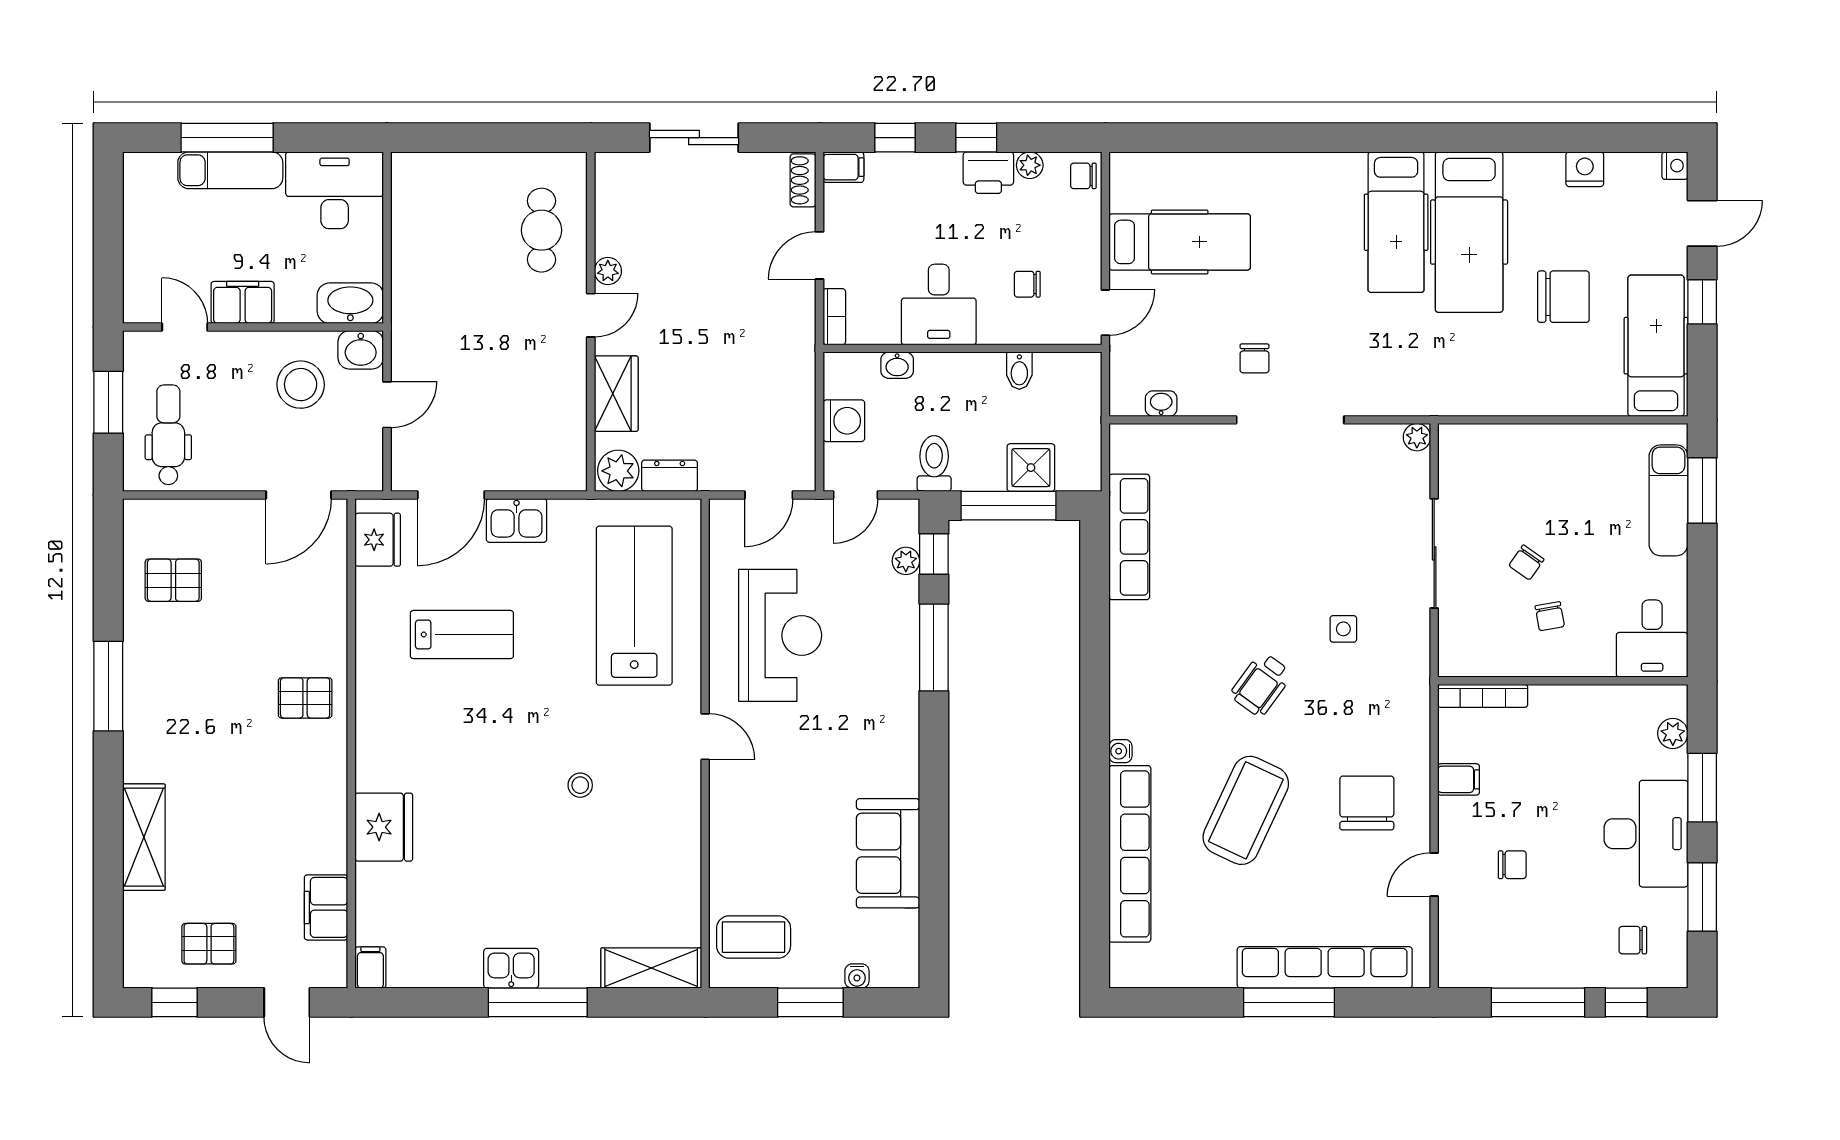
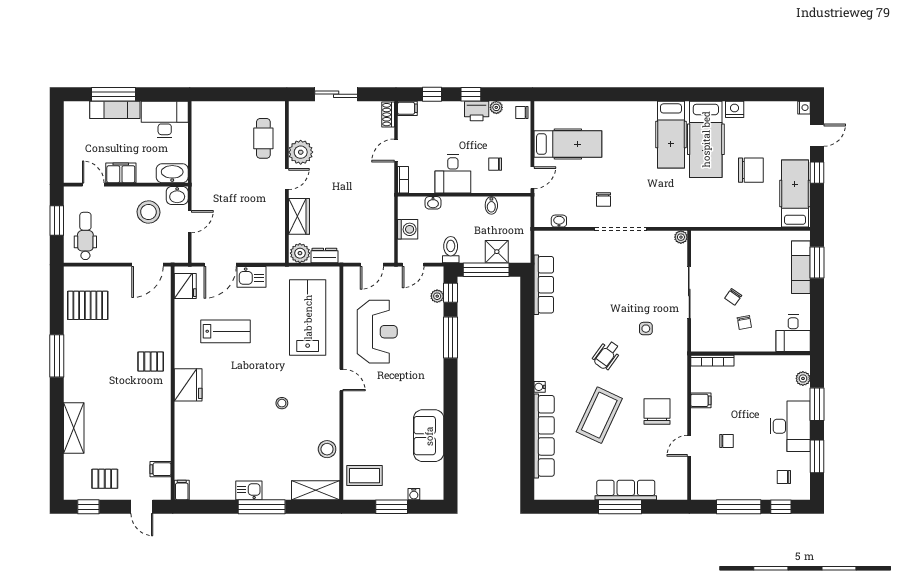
nightstand: (1585, 169) -> (735, 109), moved
plant: (608, 271) -> (301, 152), width x1.88, depth x1.88
pallet: (173, 580) -> (88, 305), width x1.50, depth x1.42
fridge: (384, 827) -> (188, 385), moved
stool: (675, 882) -> (327, 449), added
filing cabinet: (326, 907) -> (161, 469), width x0.50
row of seats: (1325, 967) -> (626, 490), width x0.73

